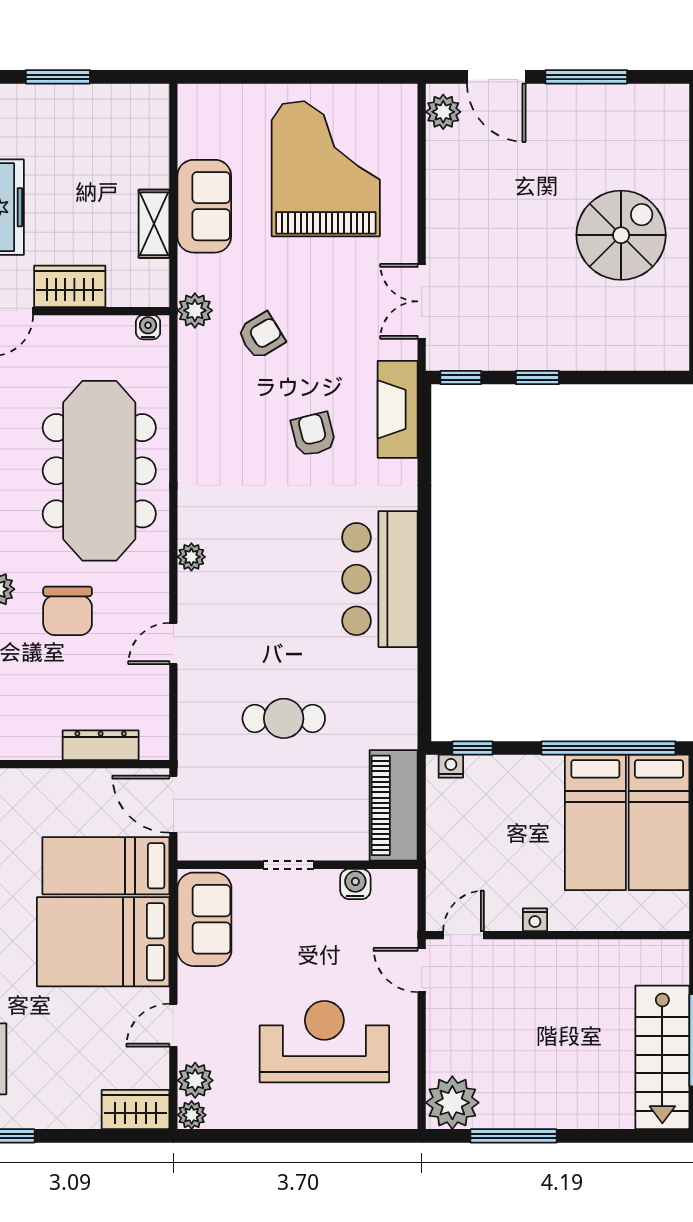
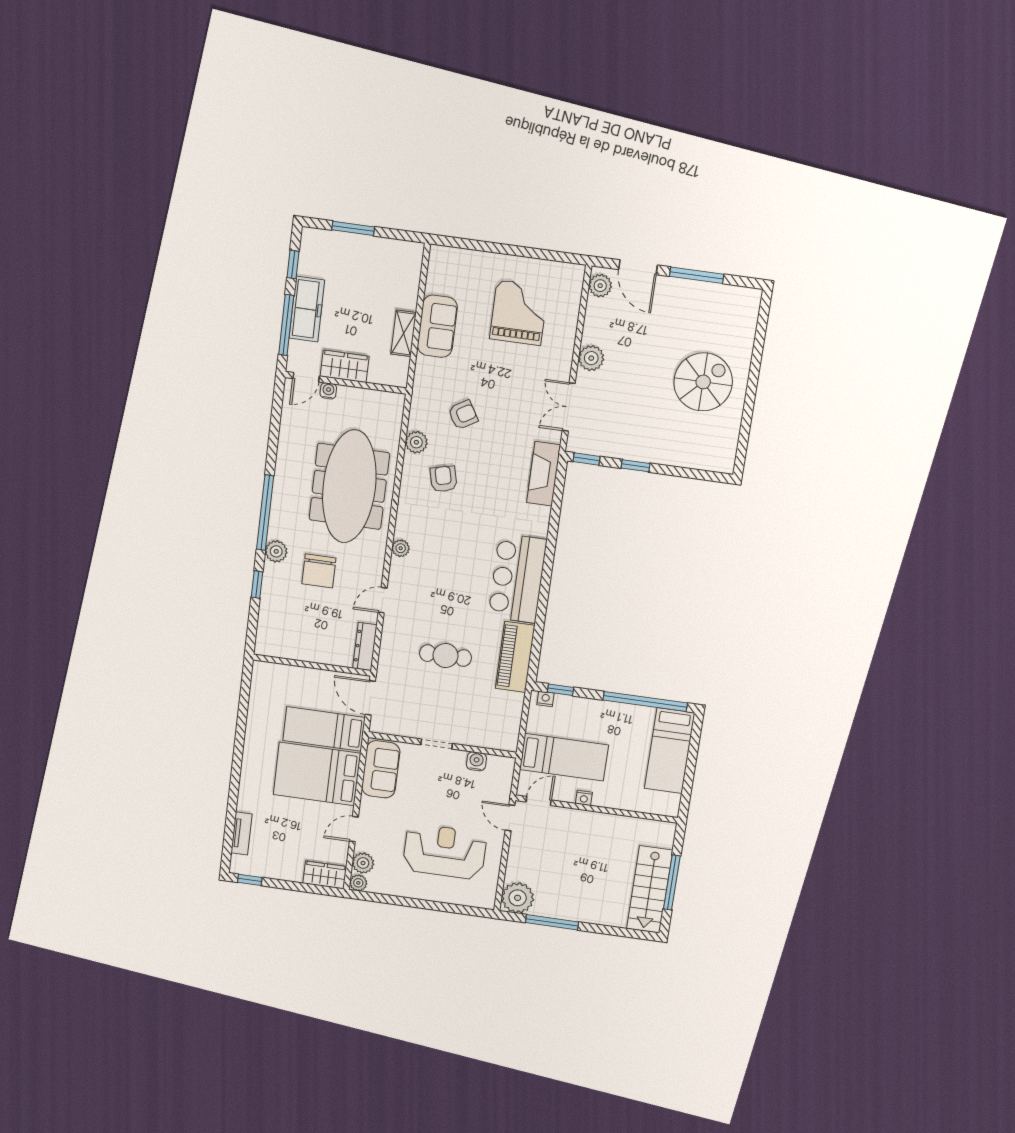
grand piano: (326, 169) -> (519, 313), width x0.73, depth x0.68
plant: (445, 222) -> (591, 358), added
plant: (195, 310) -> (416, 442), moved
water cooler: (148, 327) -> (328, 391), moved
armchair: (313, 434) -> (444, 479), moved
dresser: (101, 745) -> (365, 647), moved, turned -90
piano: (394, 805) -> (515, 657), moved
bed: (595, 822) -> (564, 757), moved, turned -90

